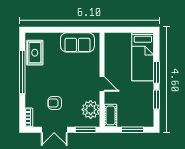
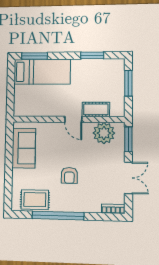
window: (157, 72) -> (35, 56), moved
door: (102, 84) -> (73, 119), swing flipped
armchair: (55, 103) -> (69, 175), moved
cot: (110, 115) -> (96, 109), moved

